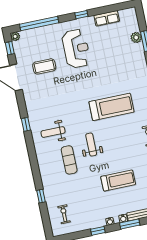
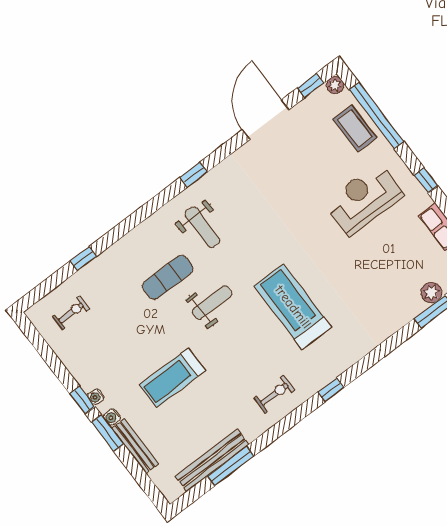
reception desk: (76, 49) -> (364, 199), turned 180
coffee table: (44, 66) -> (355, 128), moved
treadmill: (111, 107) -> (293, 307), turned 180
weight bench: (53, 132) -> (202, 227), turned 180
treadmill: (118, 180) -> (173, 378), turned 90
window: (98, 231) -> (82, 400), moved

